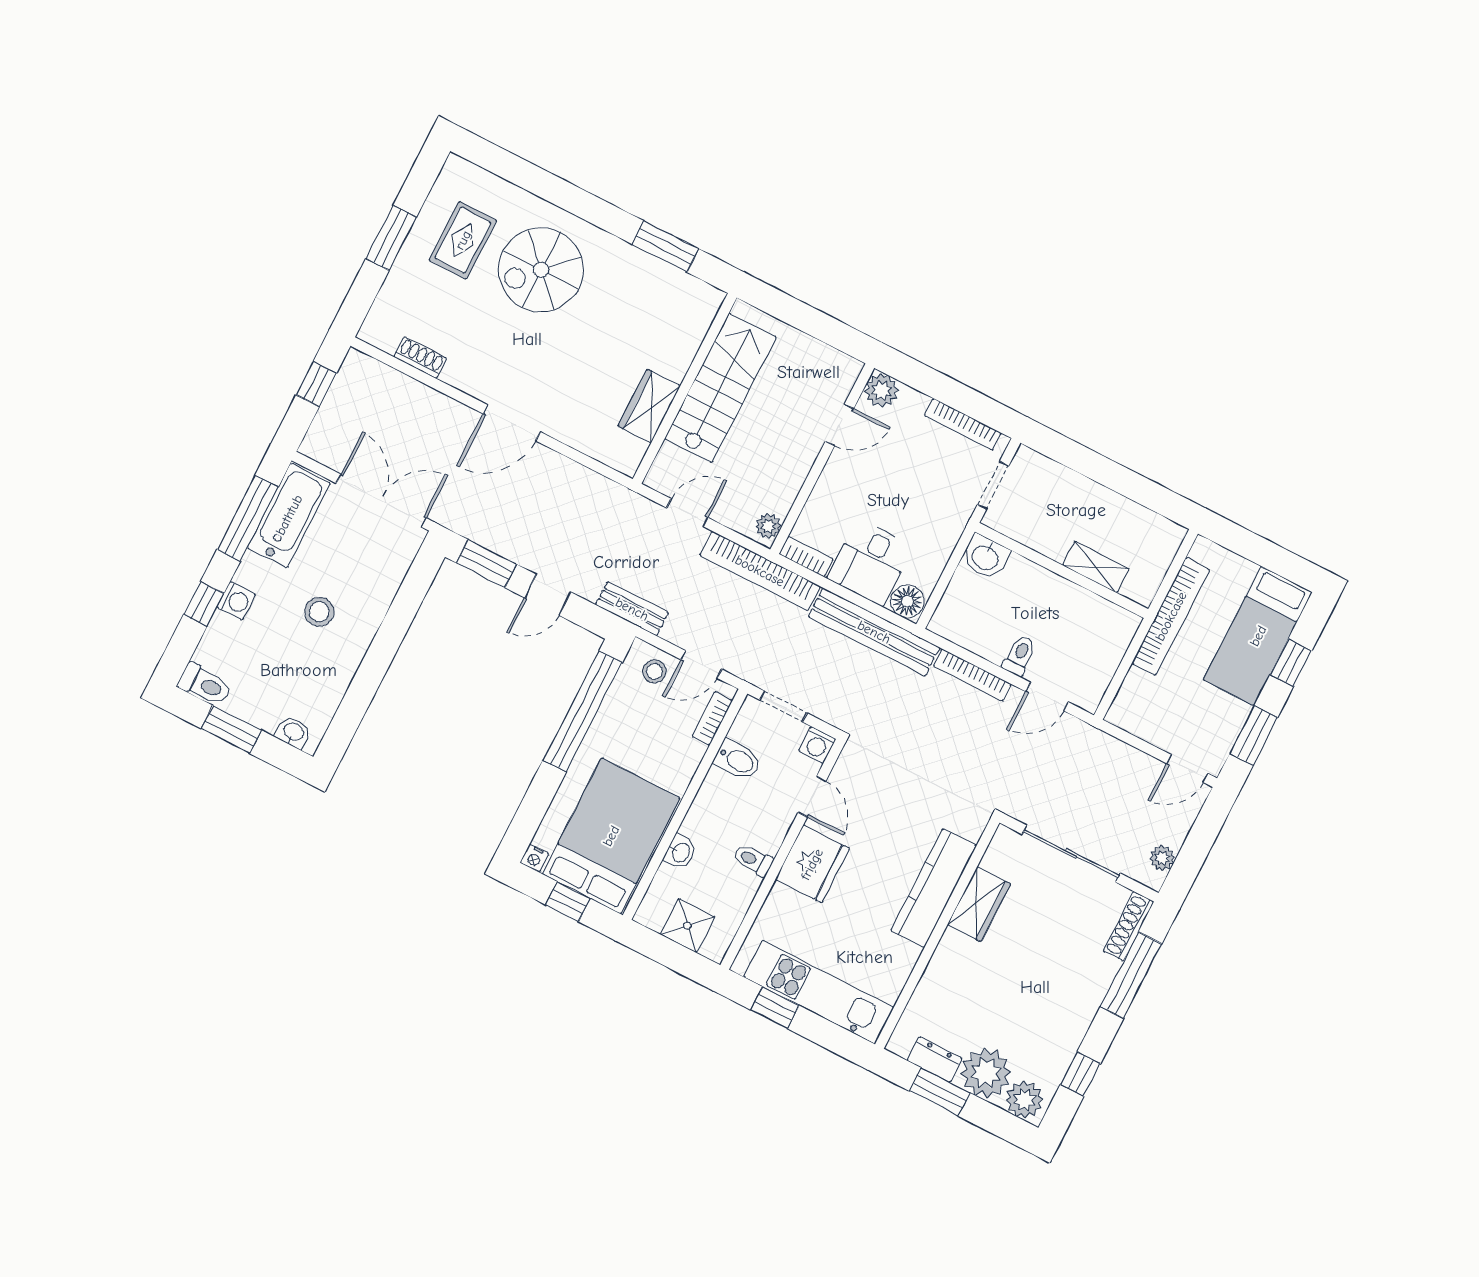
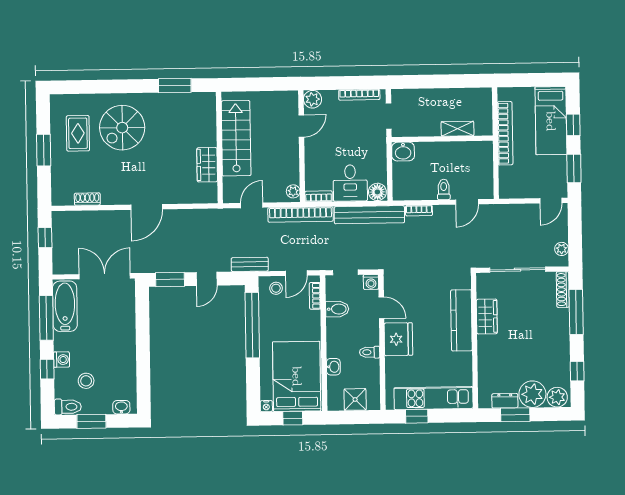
stool: (319, 612) -> (86, 381), moved
bookcase: (972, 675) -> (419, 211), width x0.64

